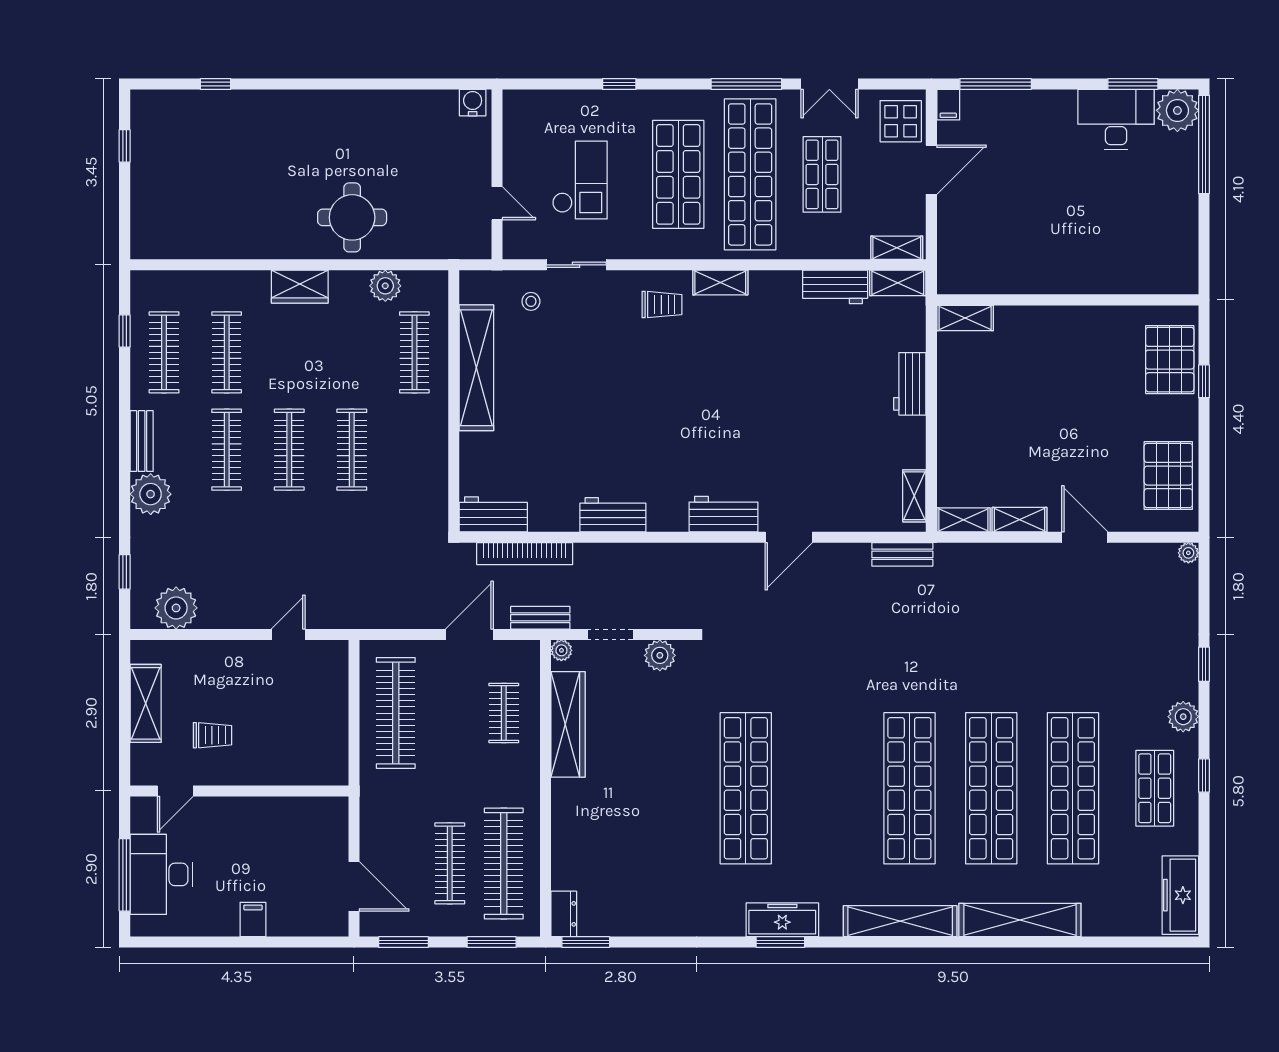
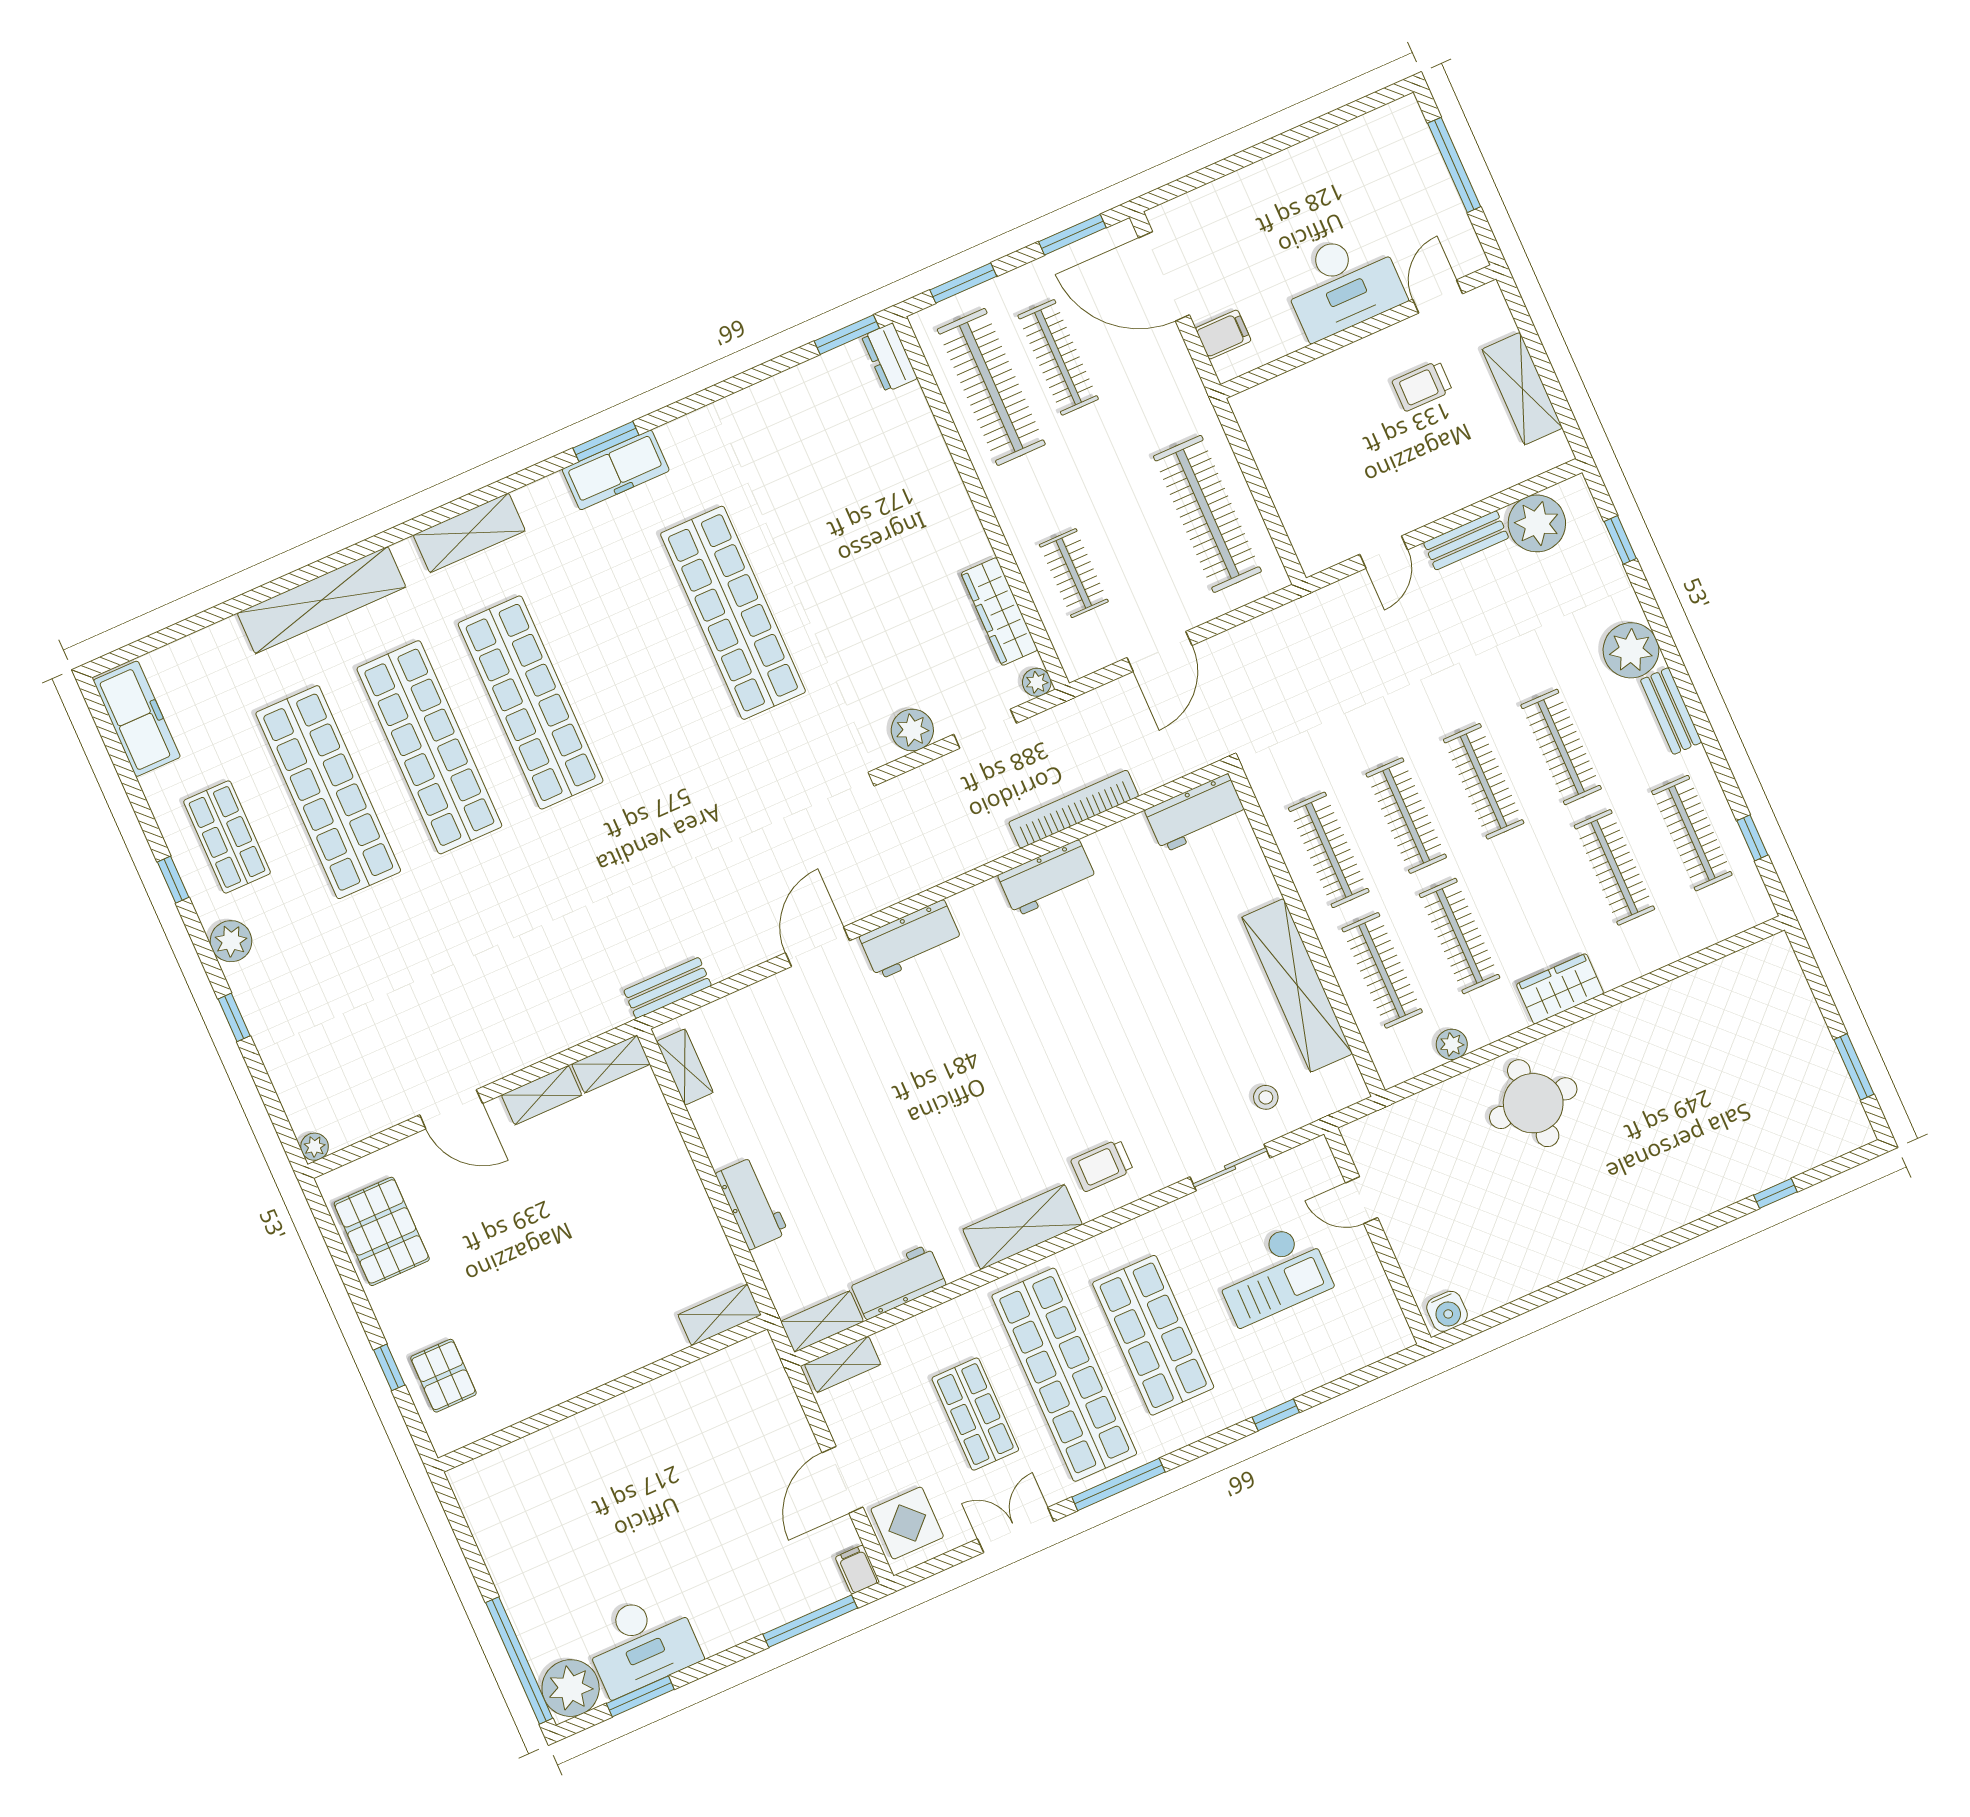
window: (125, 146) -> (1854, 1067), width x1.50
checkout: (580, 180) -> (1272, 1274), turned -90
shelving: (720, 283) -> (1023, 1227), width x1.50, depth x1.33
plant: (385, 286) -> (1452, 1044), width x0.73, depth x0.73
clothes rail: (352, 352) -> (1460, 936), added
pallet: (1170, 360) -> (443, 1376), width x0.67, depth x0.71
clothes rail: (414, 450) -> (1329, 850), added
bookcase: (525, 554) -> (1074, 809), moved
bench: (540, 618) -> (1466, 540), moved
wardrobe: (568, 724) -> (999, 612), width x0.71, depth x0.85
desk: (161, 874) -> (1343, 284), moved, turned 90
door: (354, 886) -> (1164, 276), width x1.36
filing cabinet: (253, 919) -> (1223, 335), moved, turned -90
shelving: (900, 921) -> (469, 533), width x0.68

